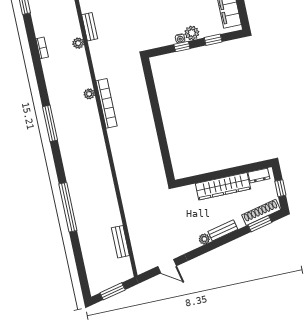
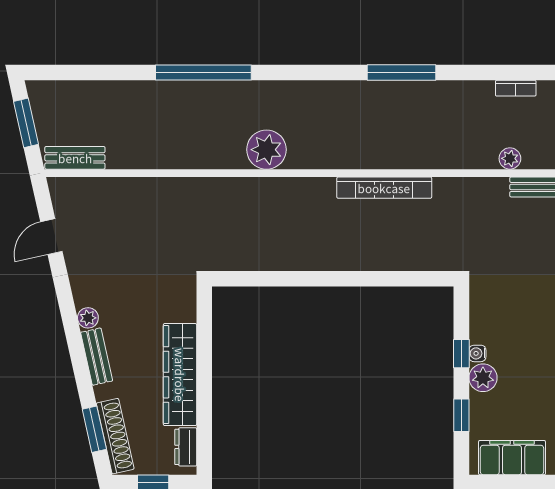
plant: (89, 94) -> (266, 150), moved, width x1.87, depth x1.87
window: (50, 123) -> (401, 72), moved
bench: (120, 242) -> (75, 158), moved

